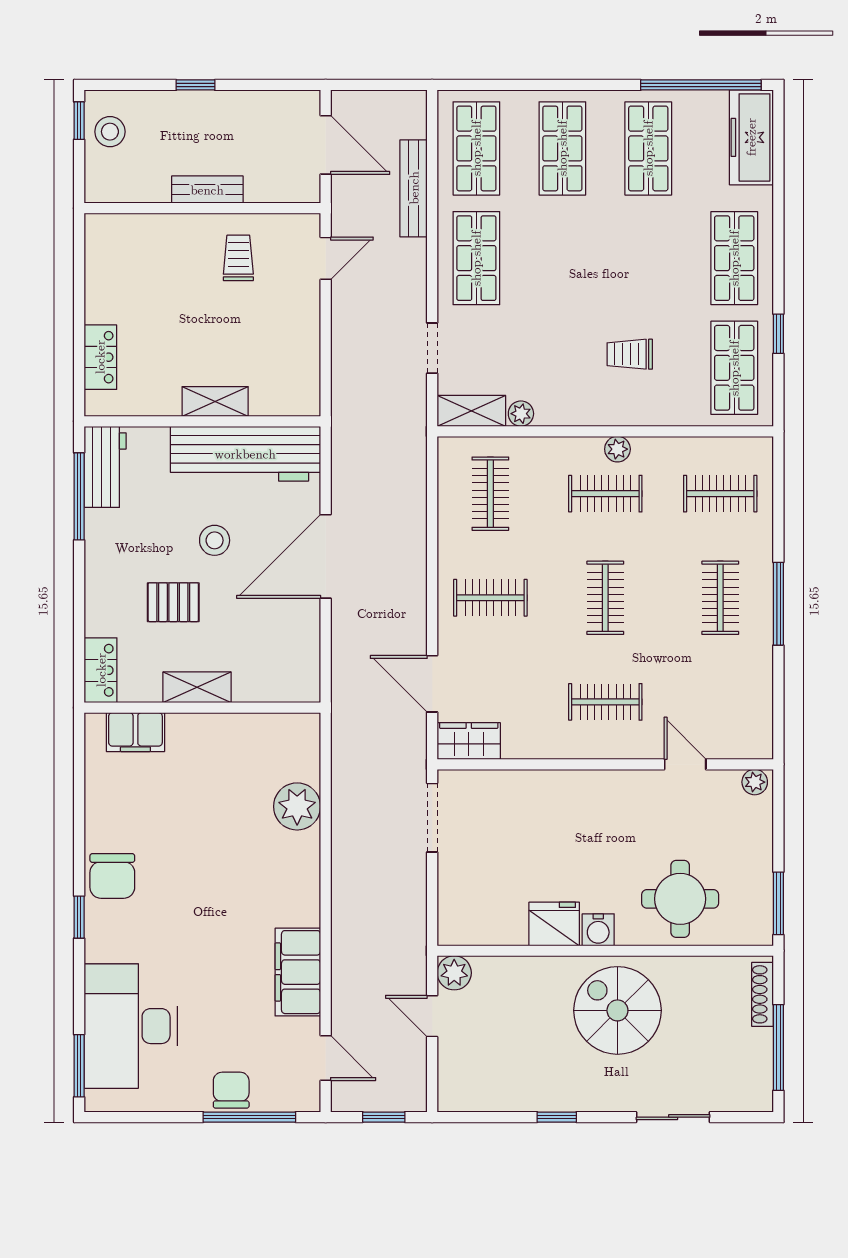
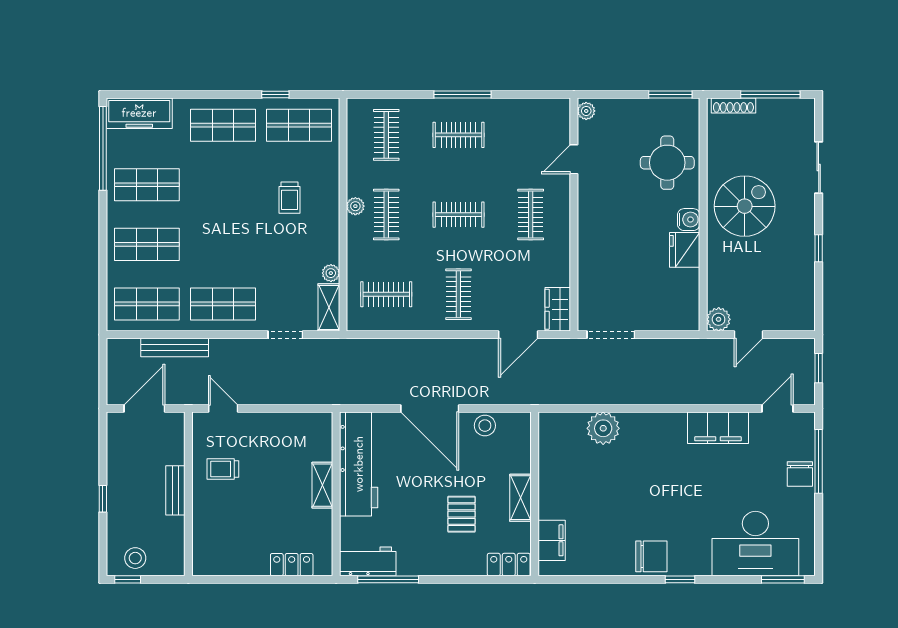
stool: (215, 540) -> (485, 426), moved
spiral stairs: (617, 1010) -> (745, 206), turned 180
chair: (231, 1090) -> (800, 474), turned -90

